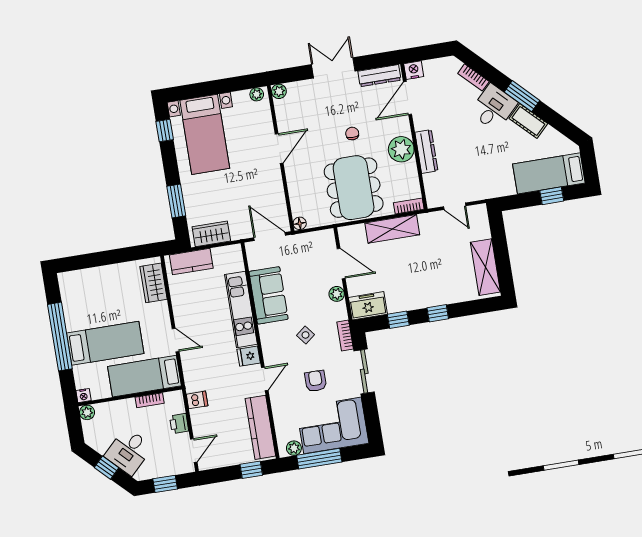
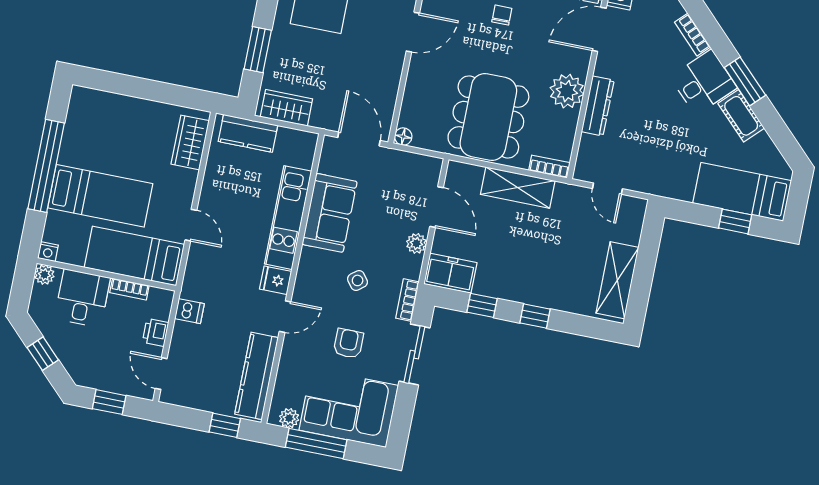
chair: (352, 133) -> (502, 15), moved
desk: (129, 451) -> (82, 298), moved, turned 135
door: (194, 451) -> (161, 374), swing flipped

